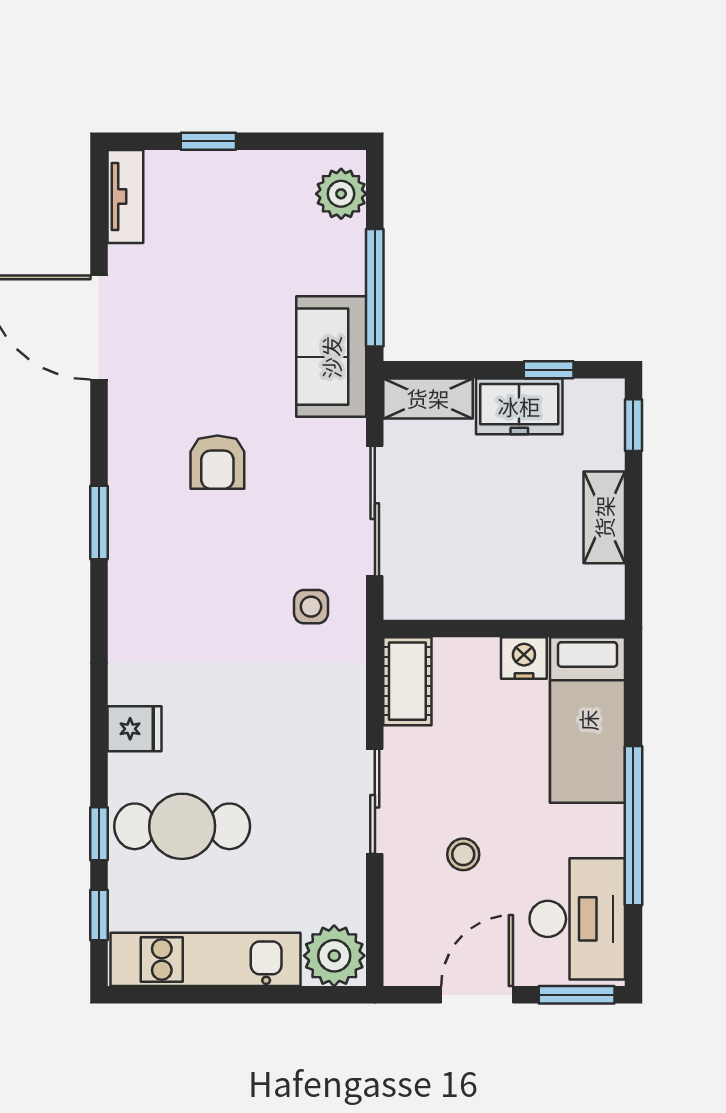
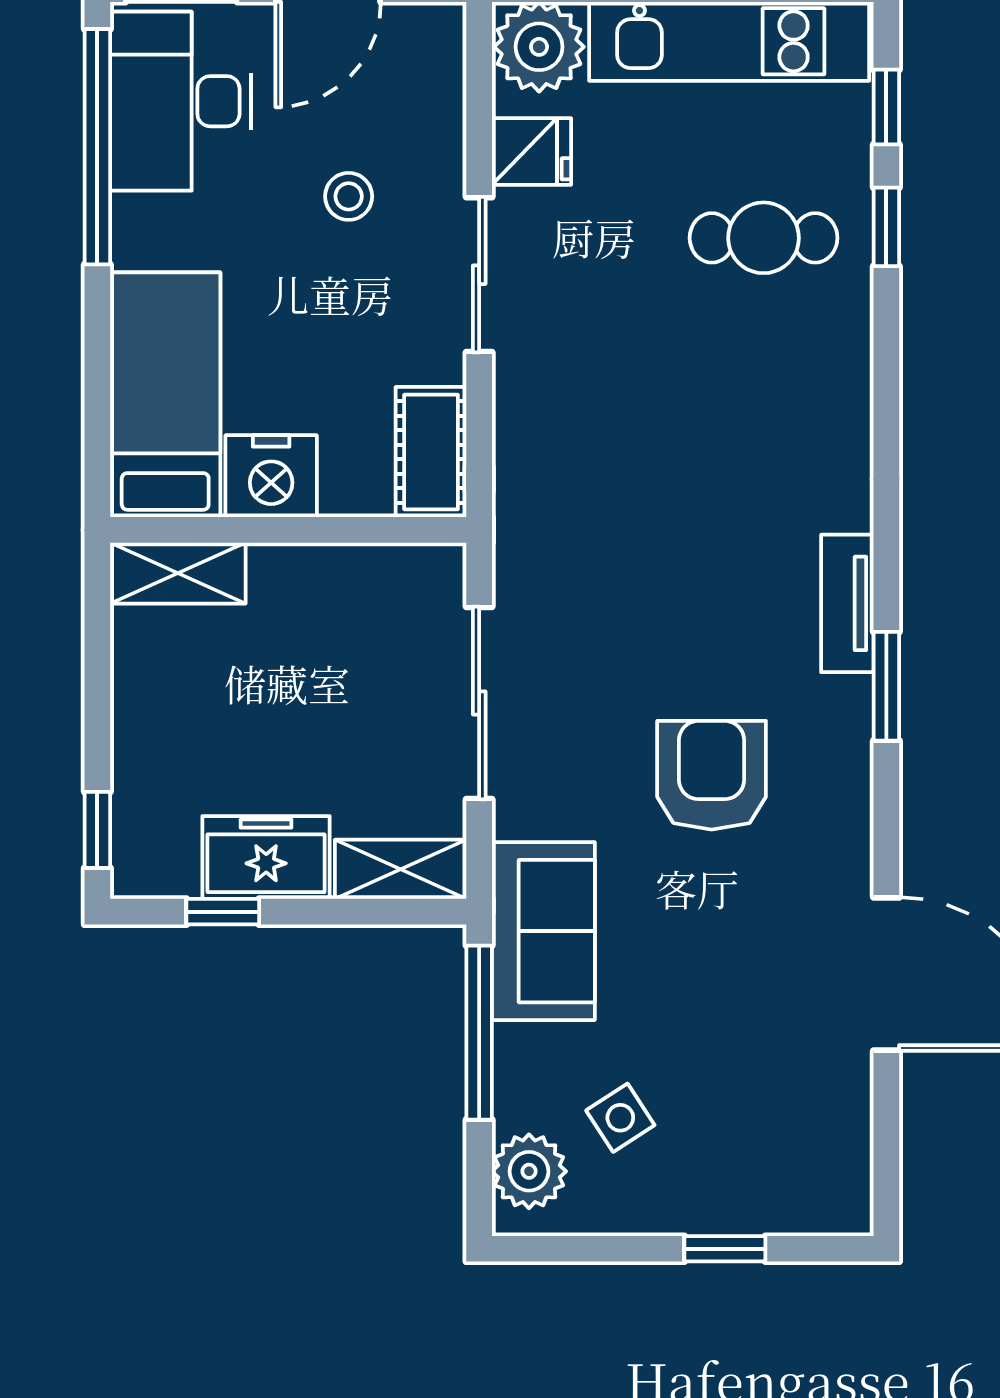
tv unit: (125, 196) -> (847, 603), moved
armchair: (217, 462) -> (712, 775), width x1.38, depth x1.38
shelving: (604, 517) -> (178, 573), moved, turned 90
side table: (311, 607) -> (620, 1118), moved, turned -33
nightstand: (524, 658) -> (271, 476), width x1.36, depth x1.33
fridge: (134, 729) -> (532, 152), moved, turned 180
cafe table: (182, 826) -> (764, 238), width x0.73, depth x0.74
window: (633, 826) -> (97, 147), moved

